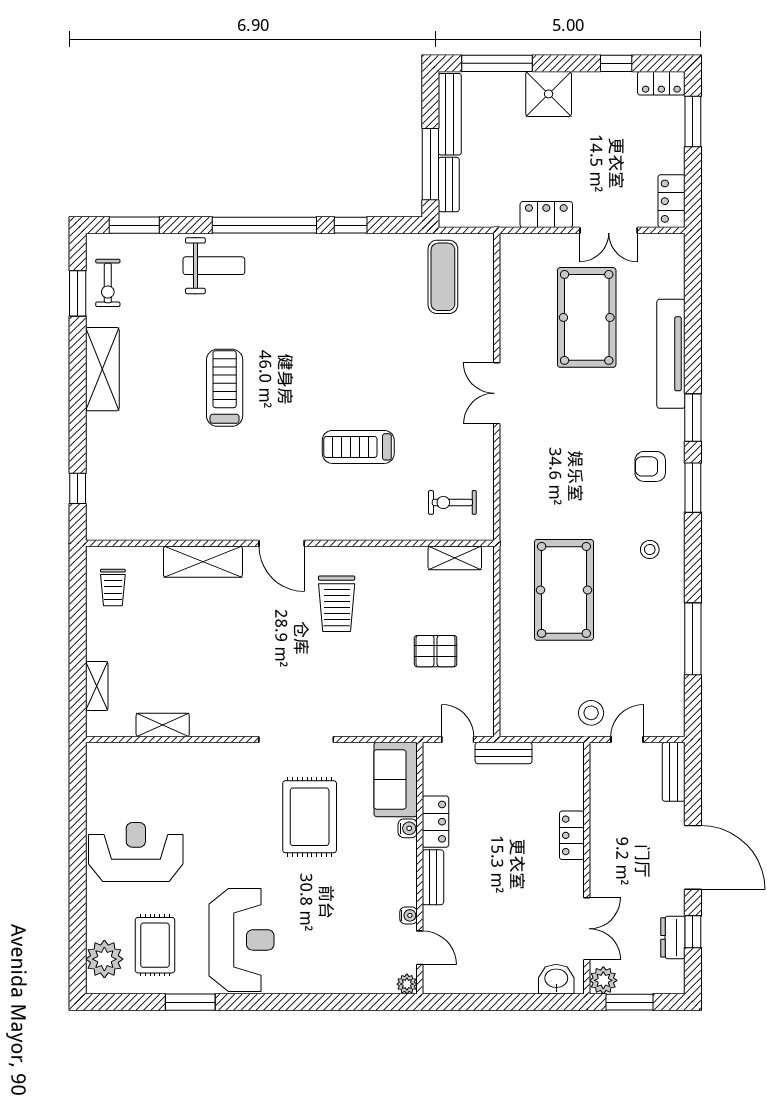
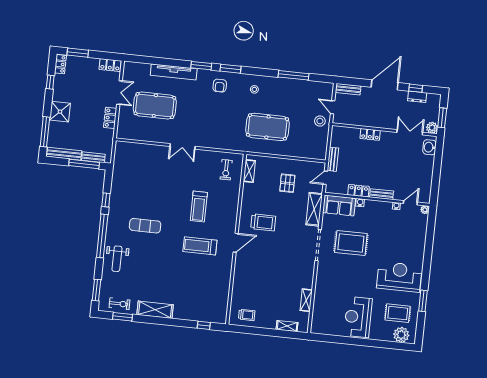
weight bench: (214, 266) -> (117, 259), turned 180
exercise mat: (443, 277) -> (145, 226), moved
treadmill: (225, 388) -> (200, 246), moved
shelving: (203, 562) -> (314, 209), moved

